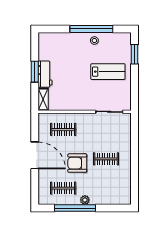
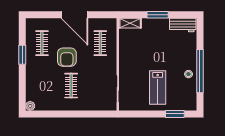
workbench: (45, 74) -> (183, 25), moved
door: (35, 155) -> (74, 15), hinge flipped
armchair: (77, 163) -> (67, 57), turned 180
plant: (85, 200) -> (30, 106), moved
window: (75, 208) -> (22, 55), width x0.47

